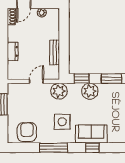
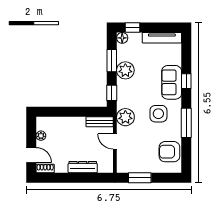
dresser: (13, 51) -> (83, 167), width x1.44
bench: (55, 52) -> (100, 122), moved
plant: (90, 91) -> (125, 70), moved

